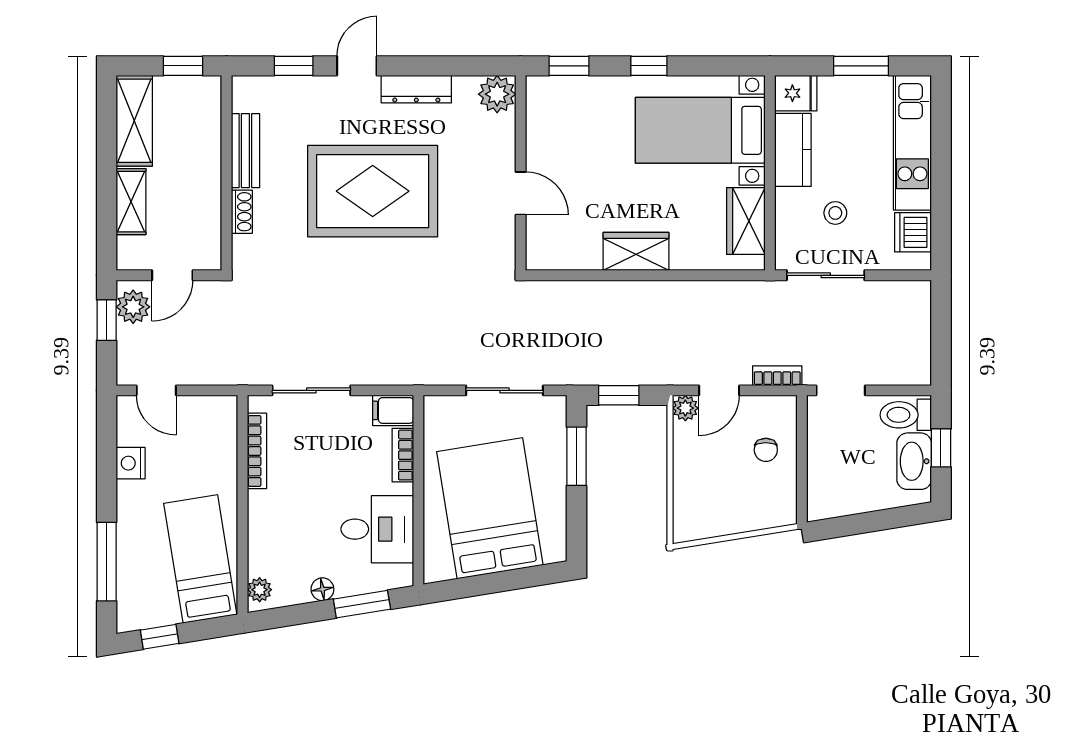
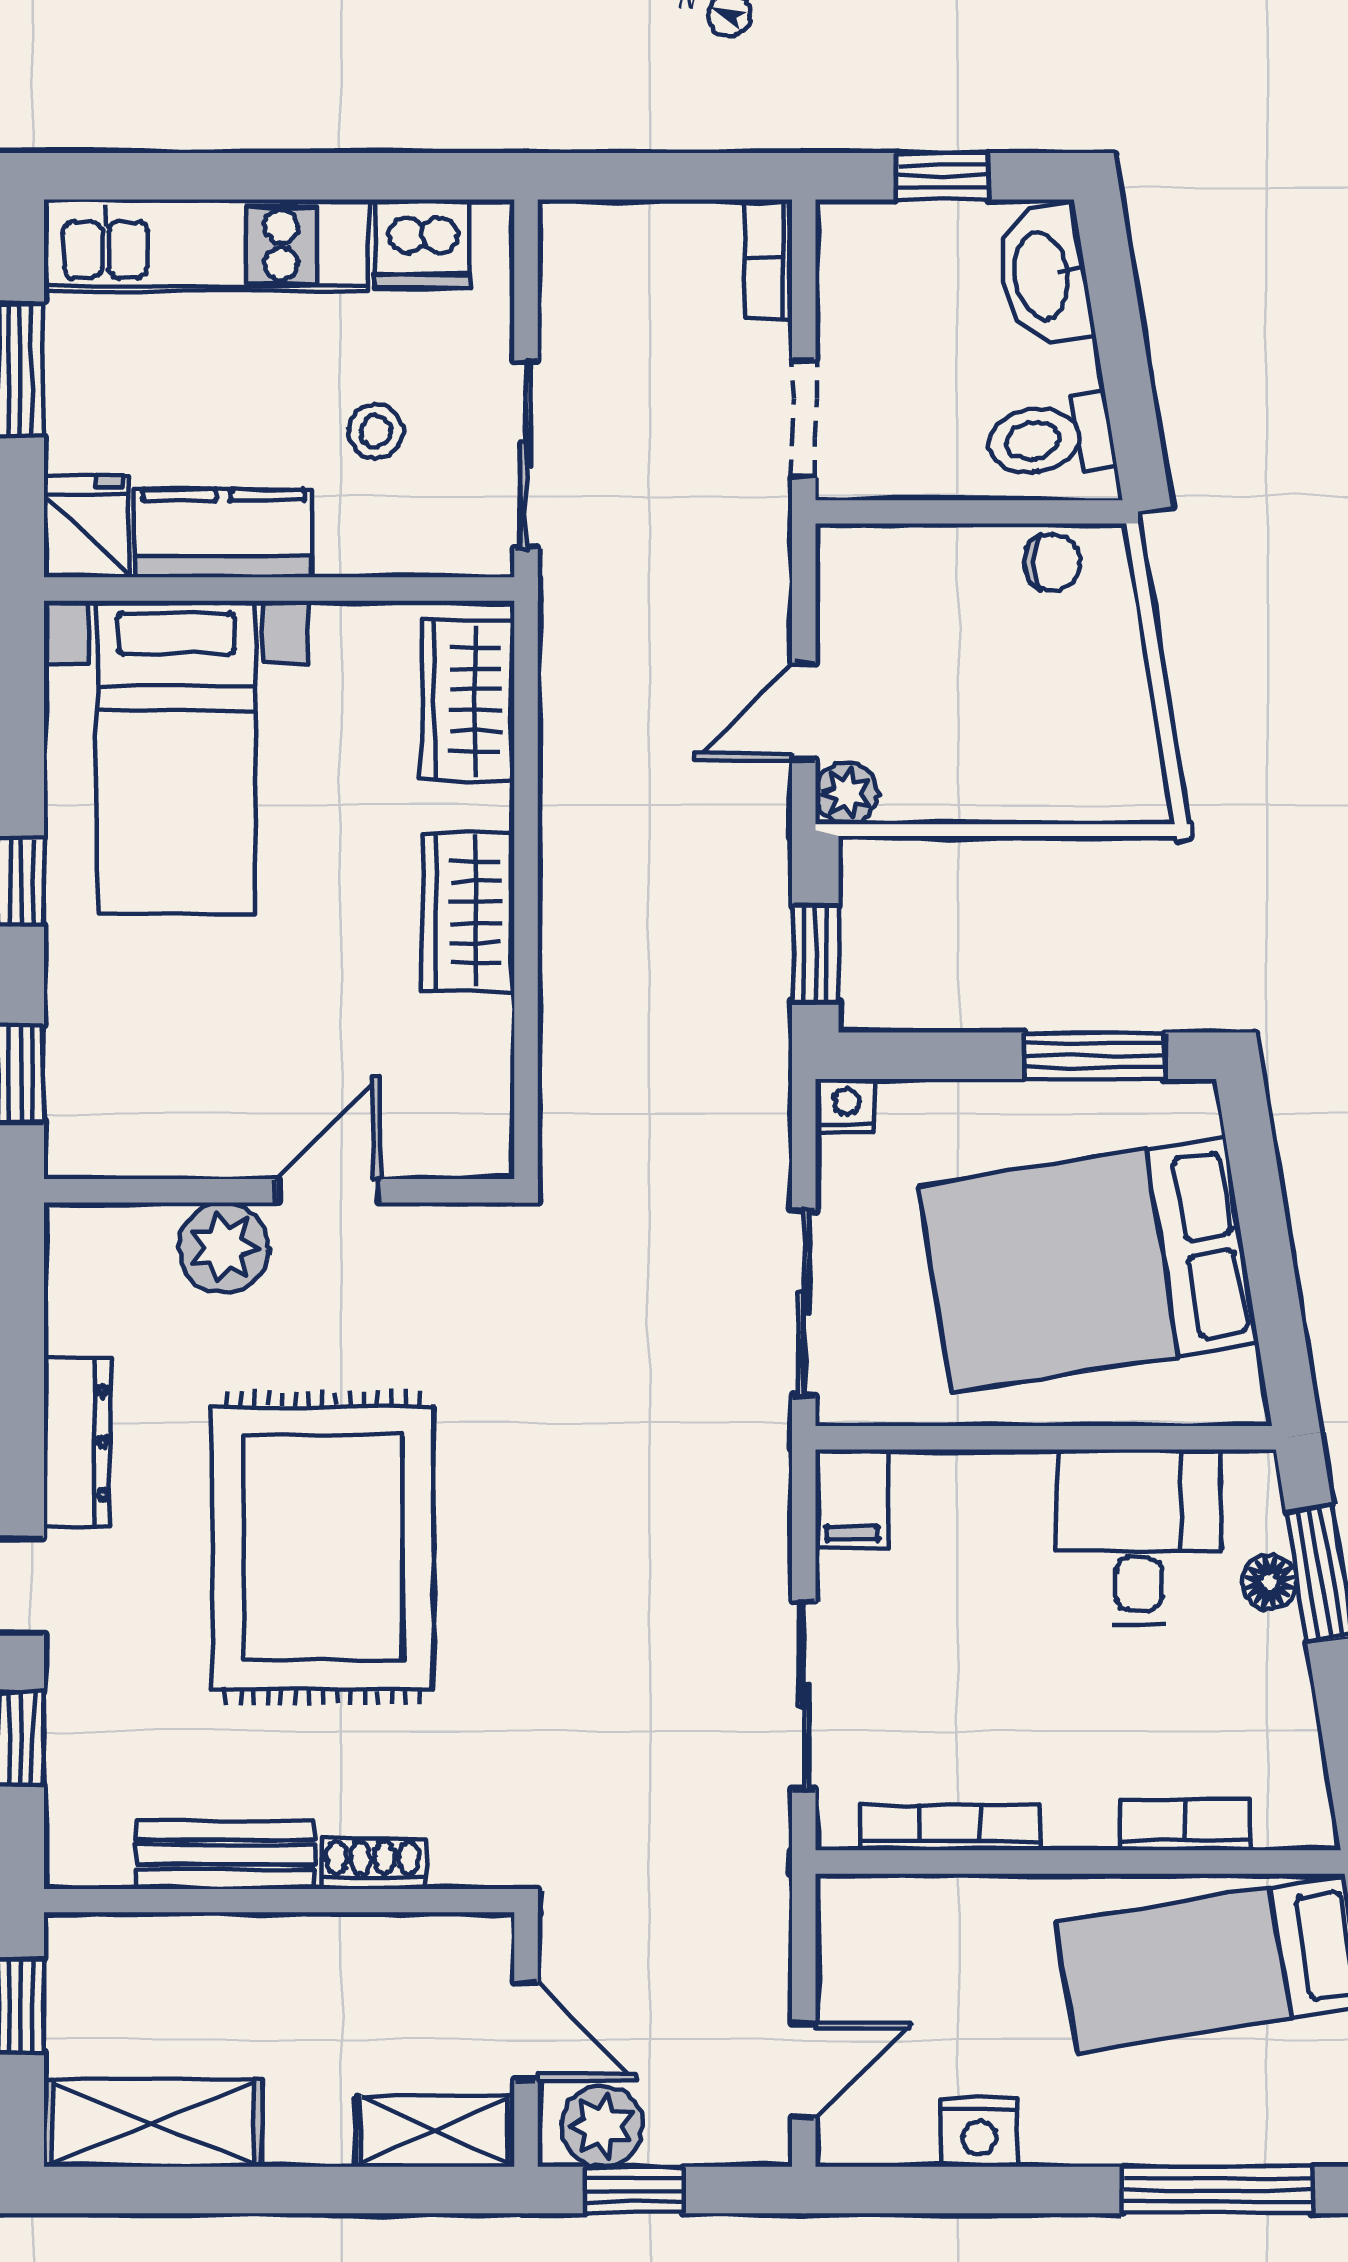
plant: (497, 94) -> (224, 1248), moved
shelving: (131, 202) -> (435, 2131), moved
wardrobe: (746, 221) -> (468, 700), moved, turned 90
bookcase: (777, 376) -> (768, 259), moved
sliding door: (505, 390) -> (804, 1303), moved
door: (719, 390) -> (804, 712), swing flipped
nightstand: (556, 408) -> (846, 1106), added
toilet: (906, 415) -> (1050, 438), moved, turned 81
chair: (766, 450) -> (1052, 562), moved
bookcase: (403, 455) -> (1185, 1825), moved, turned 180
window: (577, 456) -> (1094, 1056), moved
washbasin: (914, 461) -> (1044, 275), moved, turned 81
floor lamp: (322, 589) -> (1270, 1582), moved
plant: (260, 590) -> (1285, 1821), removed

